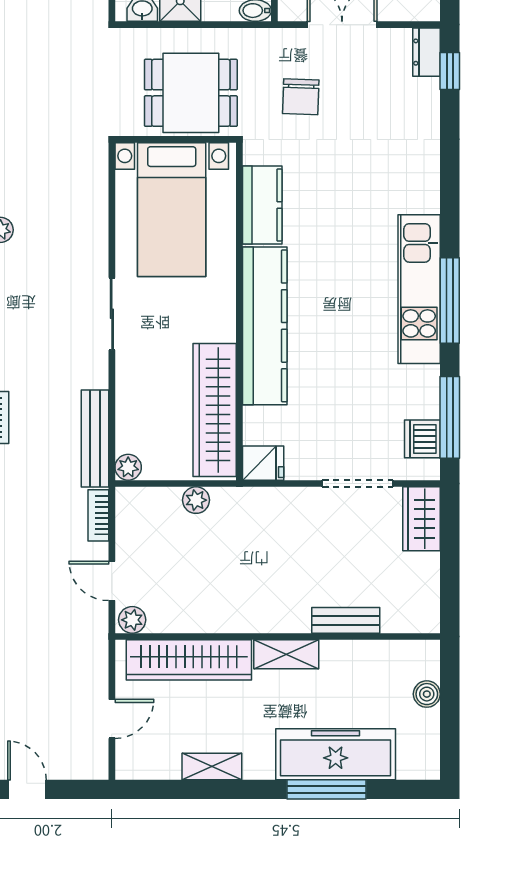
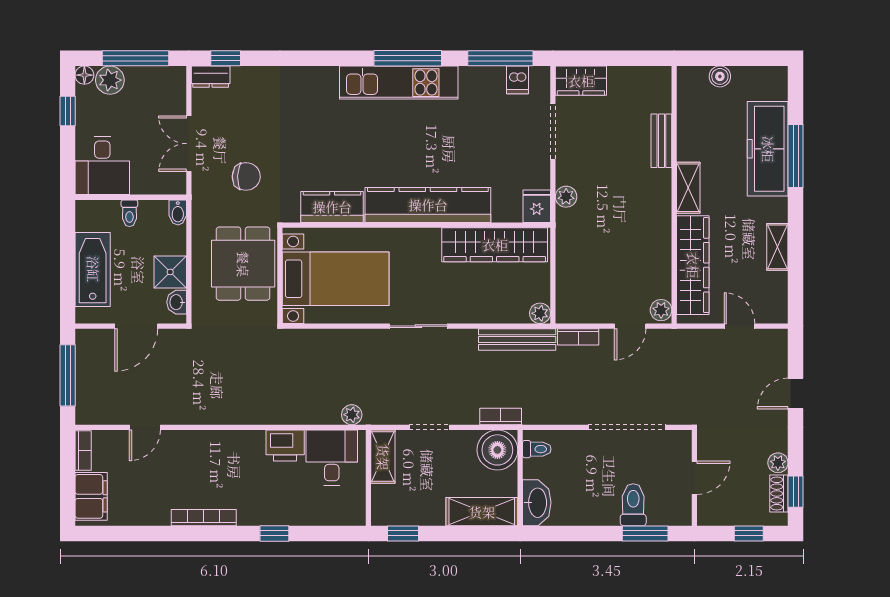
dishwasher: (422, 439) -> (518, 80), width x0.73
plant: (196, 500) -> (566, 197), moved

